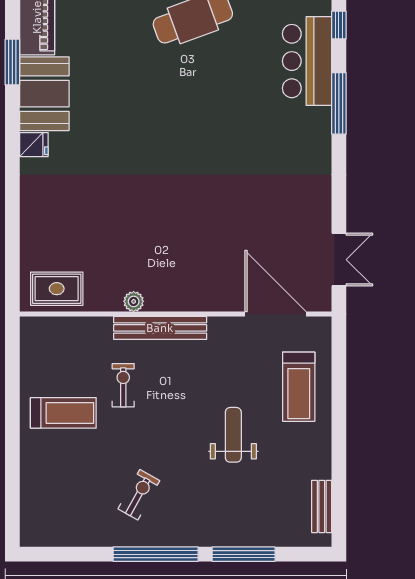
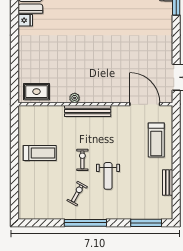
exercise bike: (123, 385) -> (82, 160), moved
weight bench: (233, 435) -> (108, 176), moved, turned 180
bench: (322, 506) -> (168, 182), moved
window: (244, 554) -> (146, 223), moved

